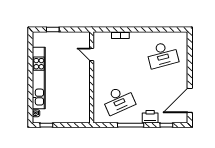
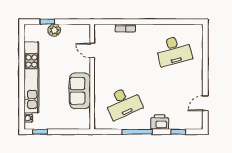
plant: (59, 37) -> (54, 30), added
sofa: (81, 90) -> (80, 91), added
door: (190, 100) -> (205, 103), width x0.53

